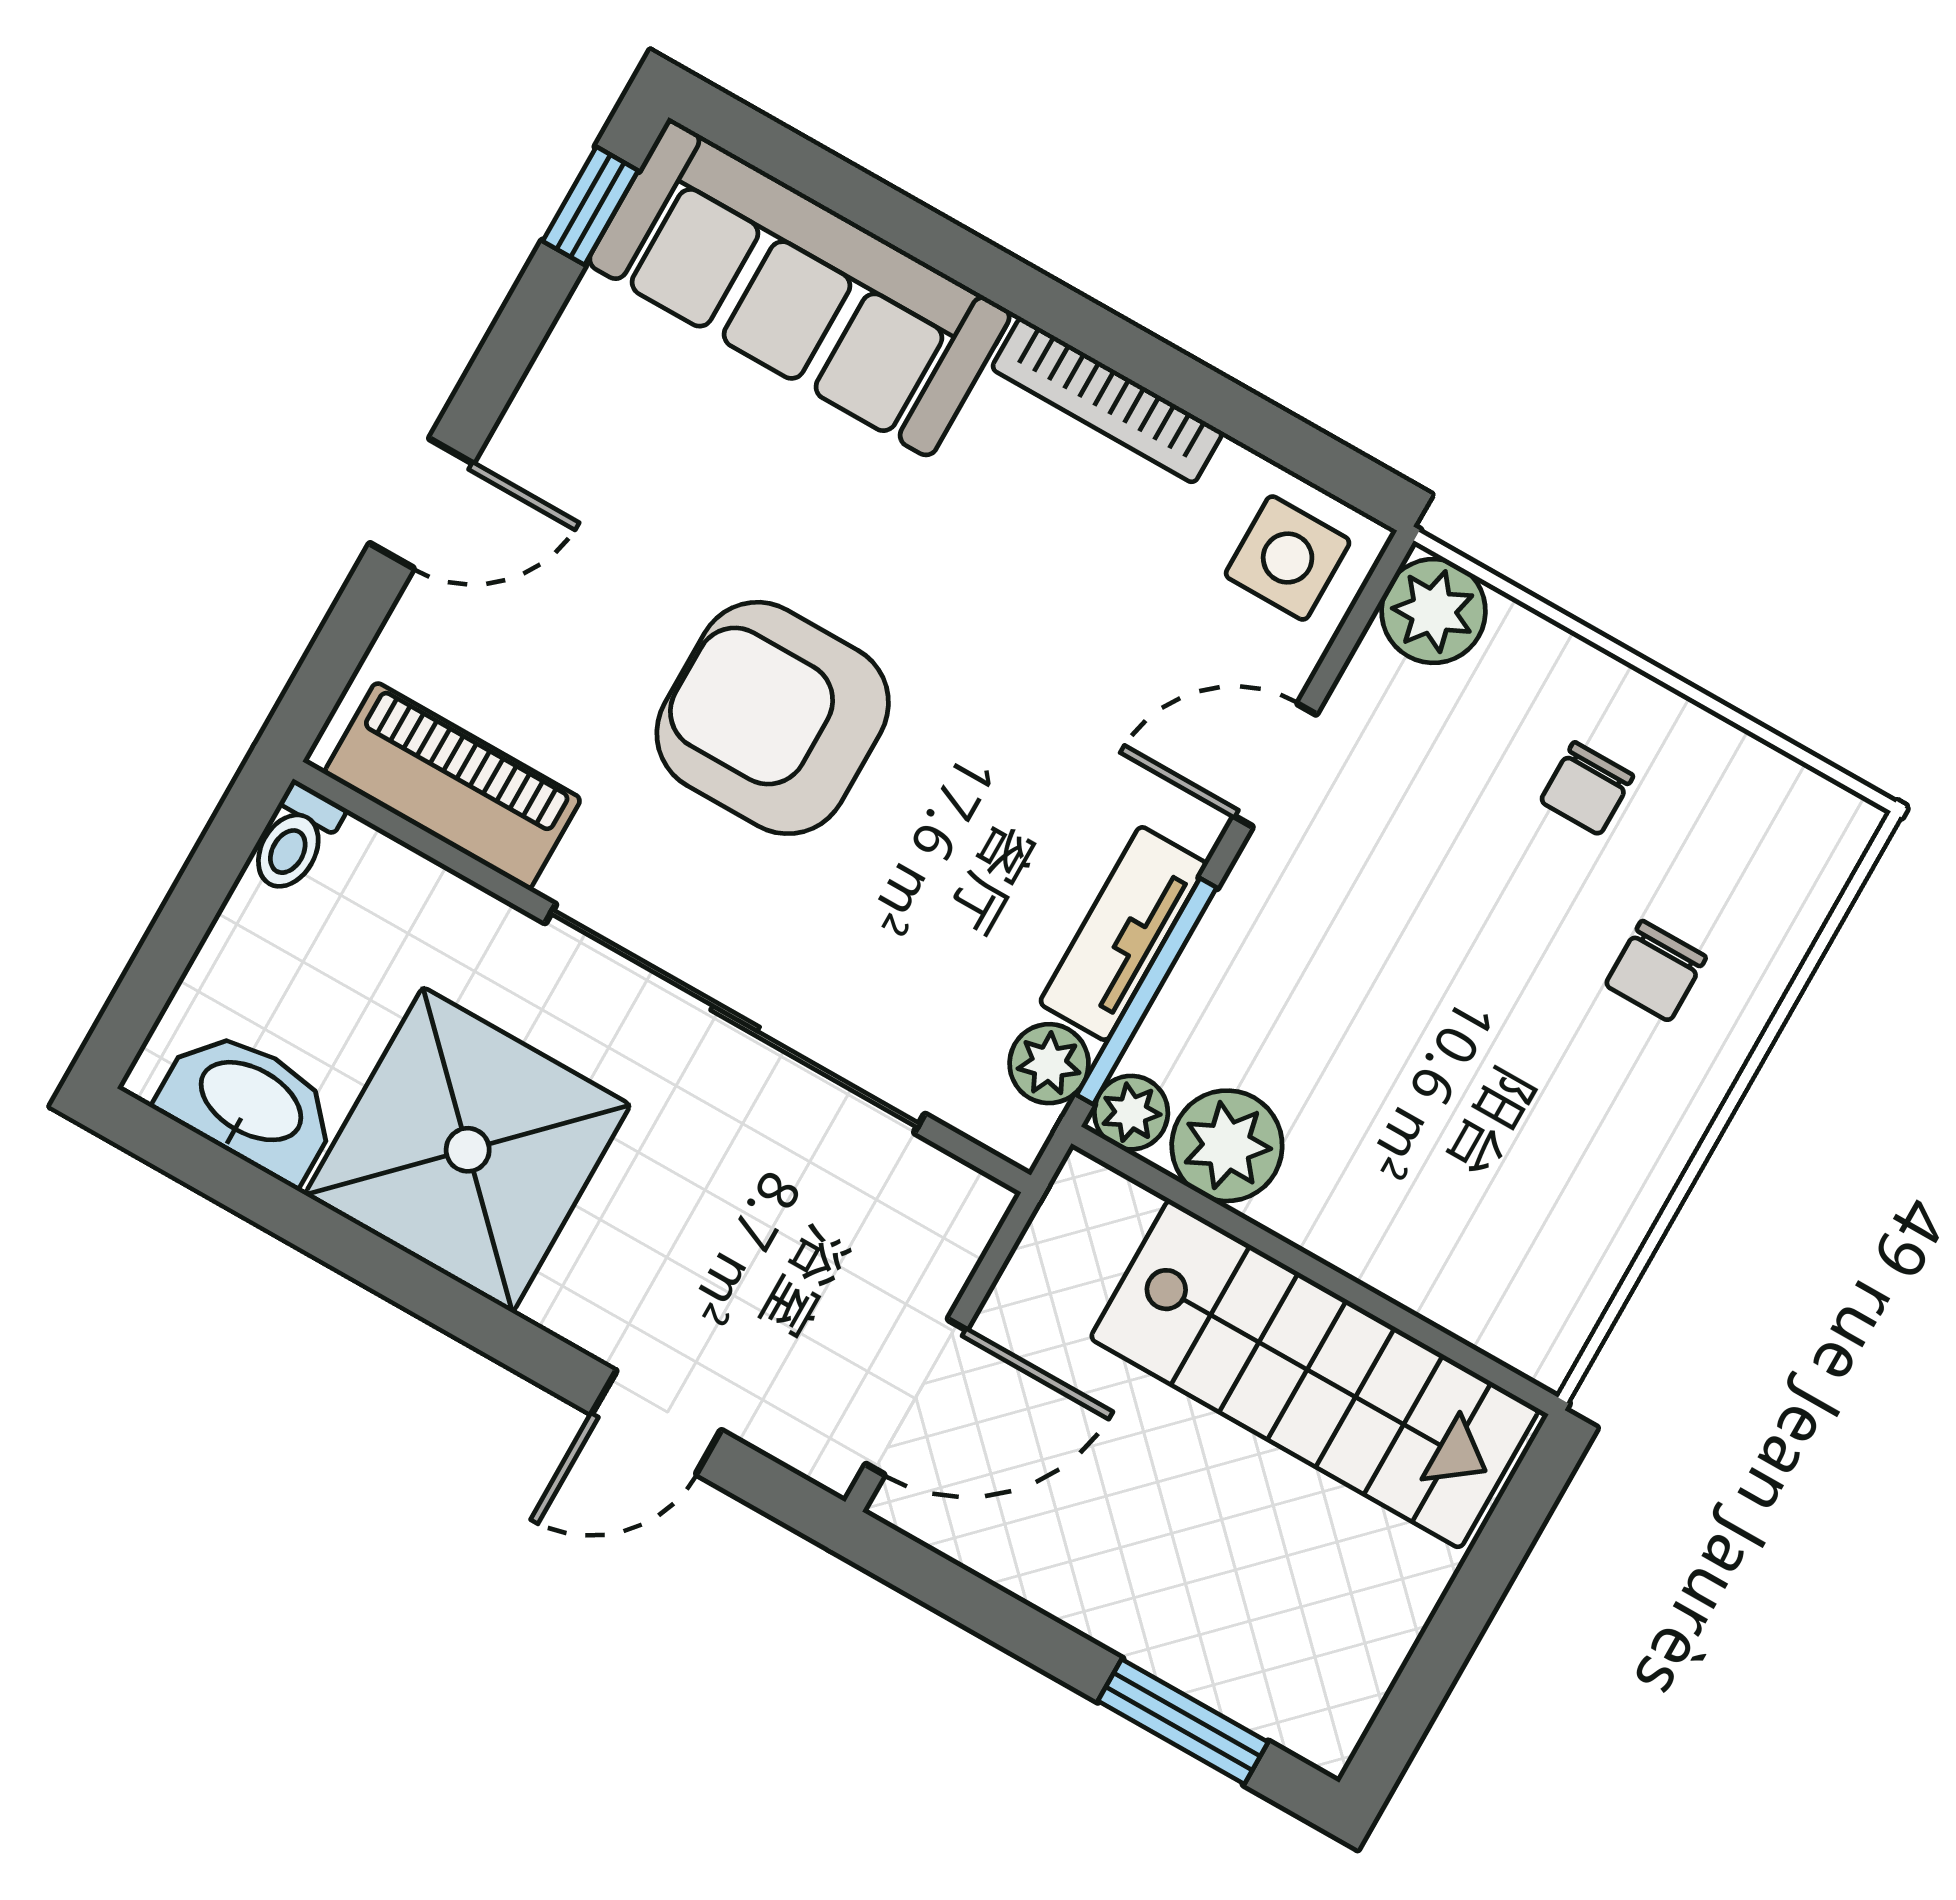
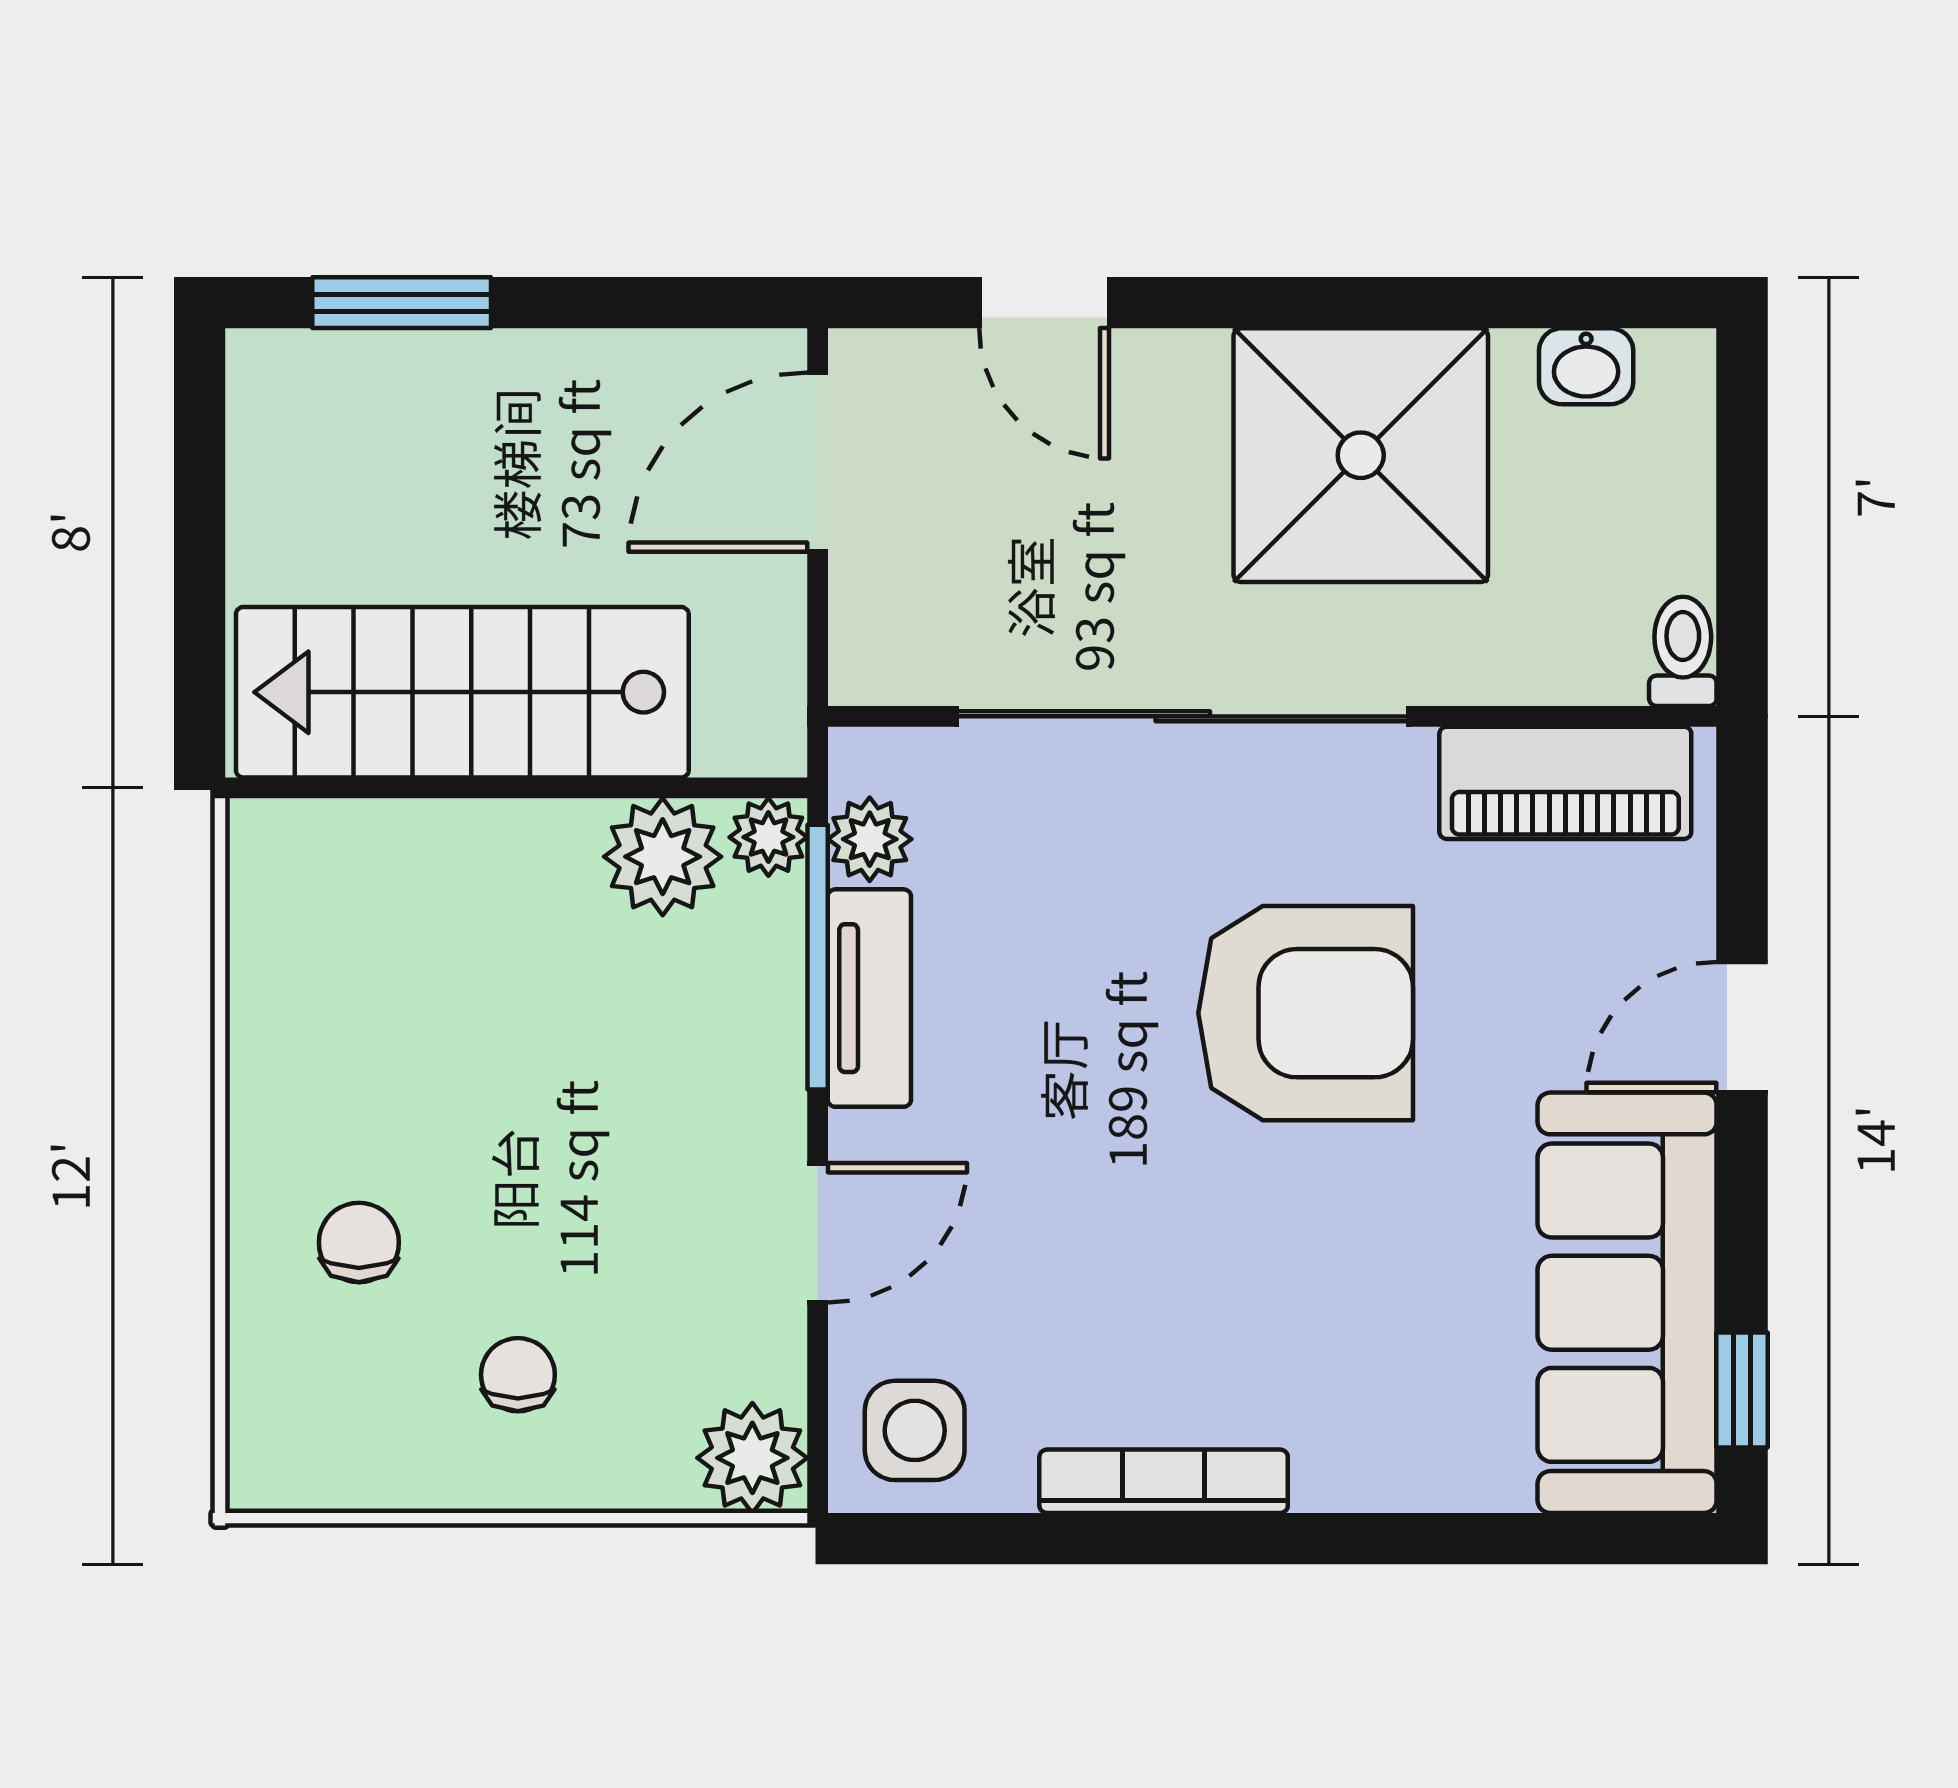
sofa: (799, 288) -> (1627, 1303), moved, turned -90
washbasin: (249, 1104) -> (1586, 366), width x0.52, depth x0.69
door: (656, 1422) -> (1044, 303), swing flipped

